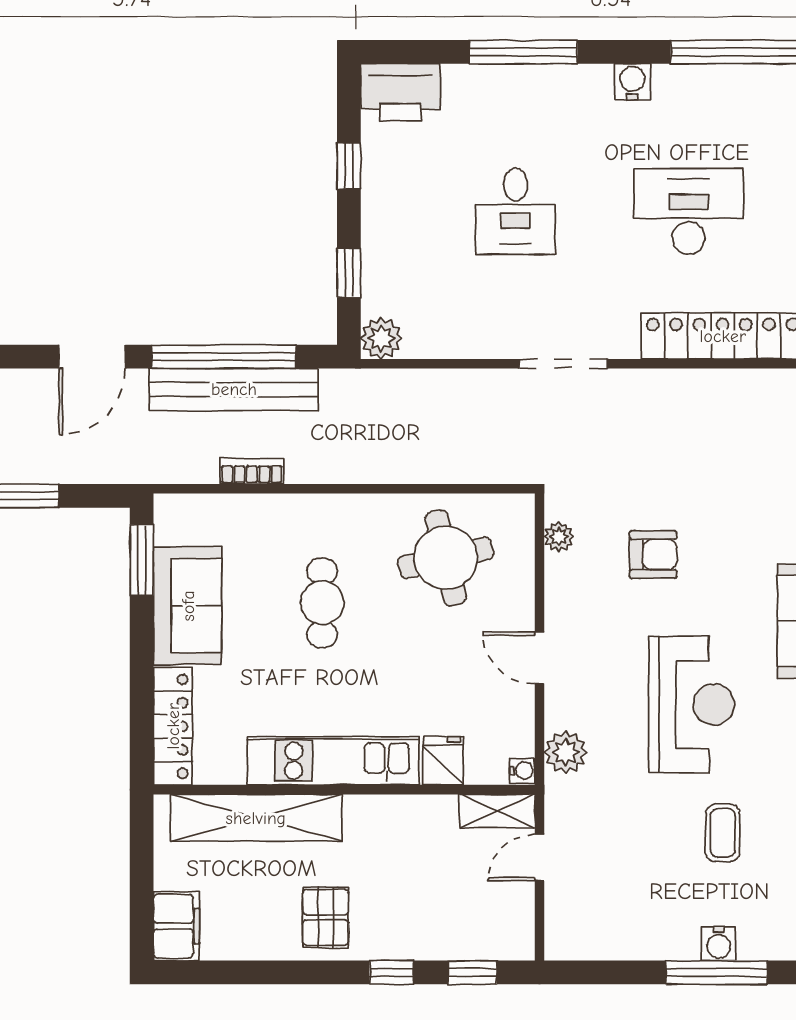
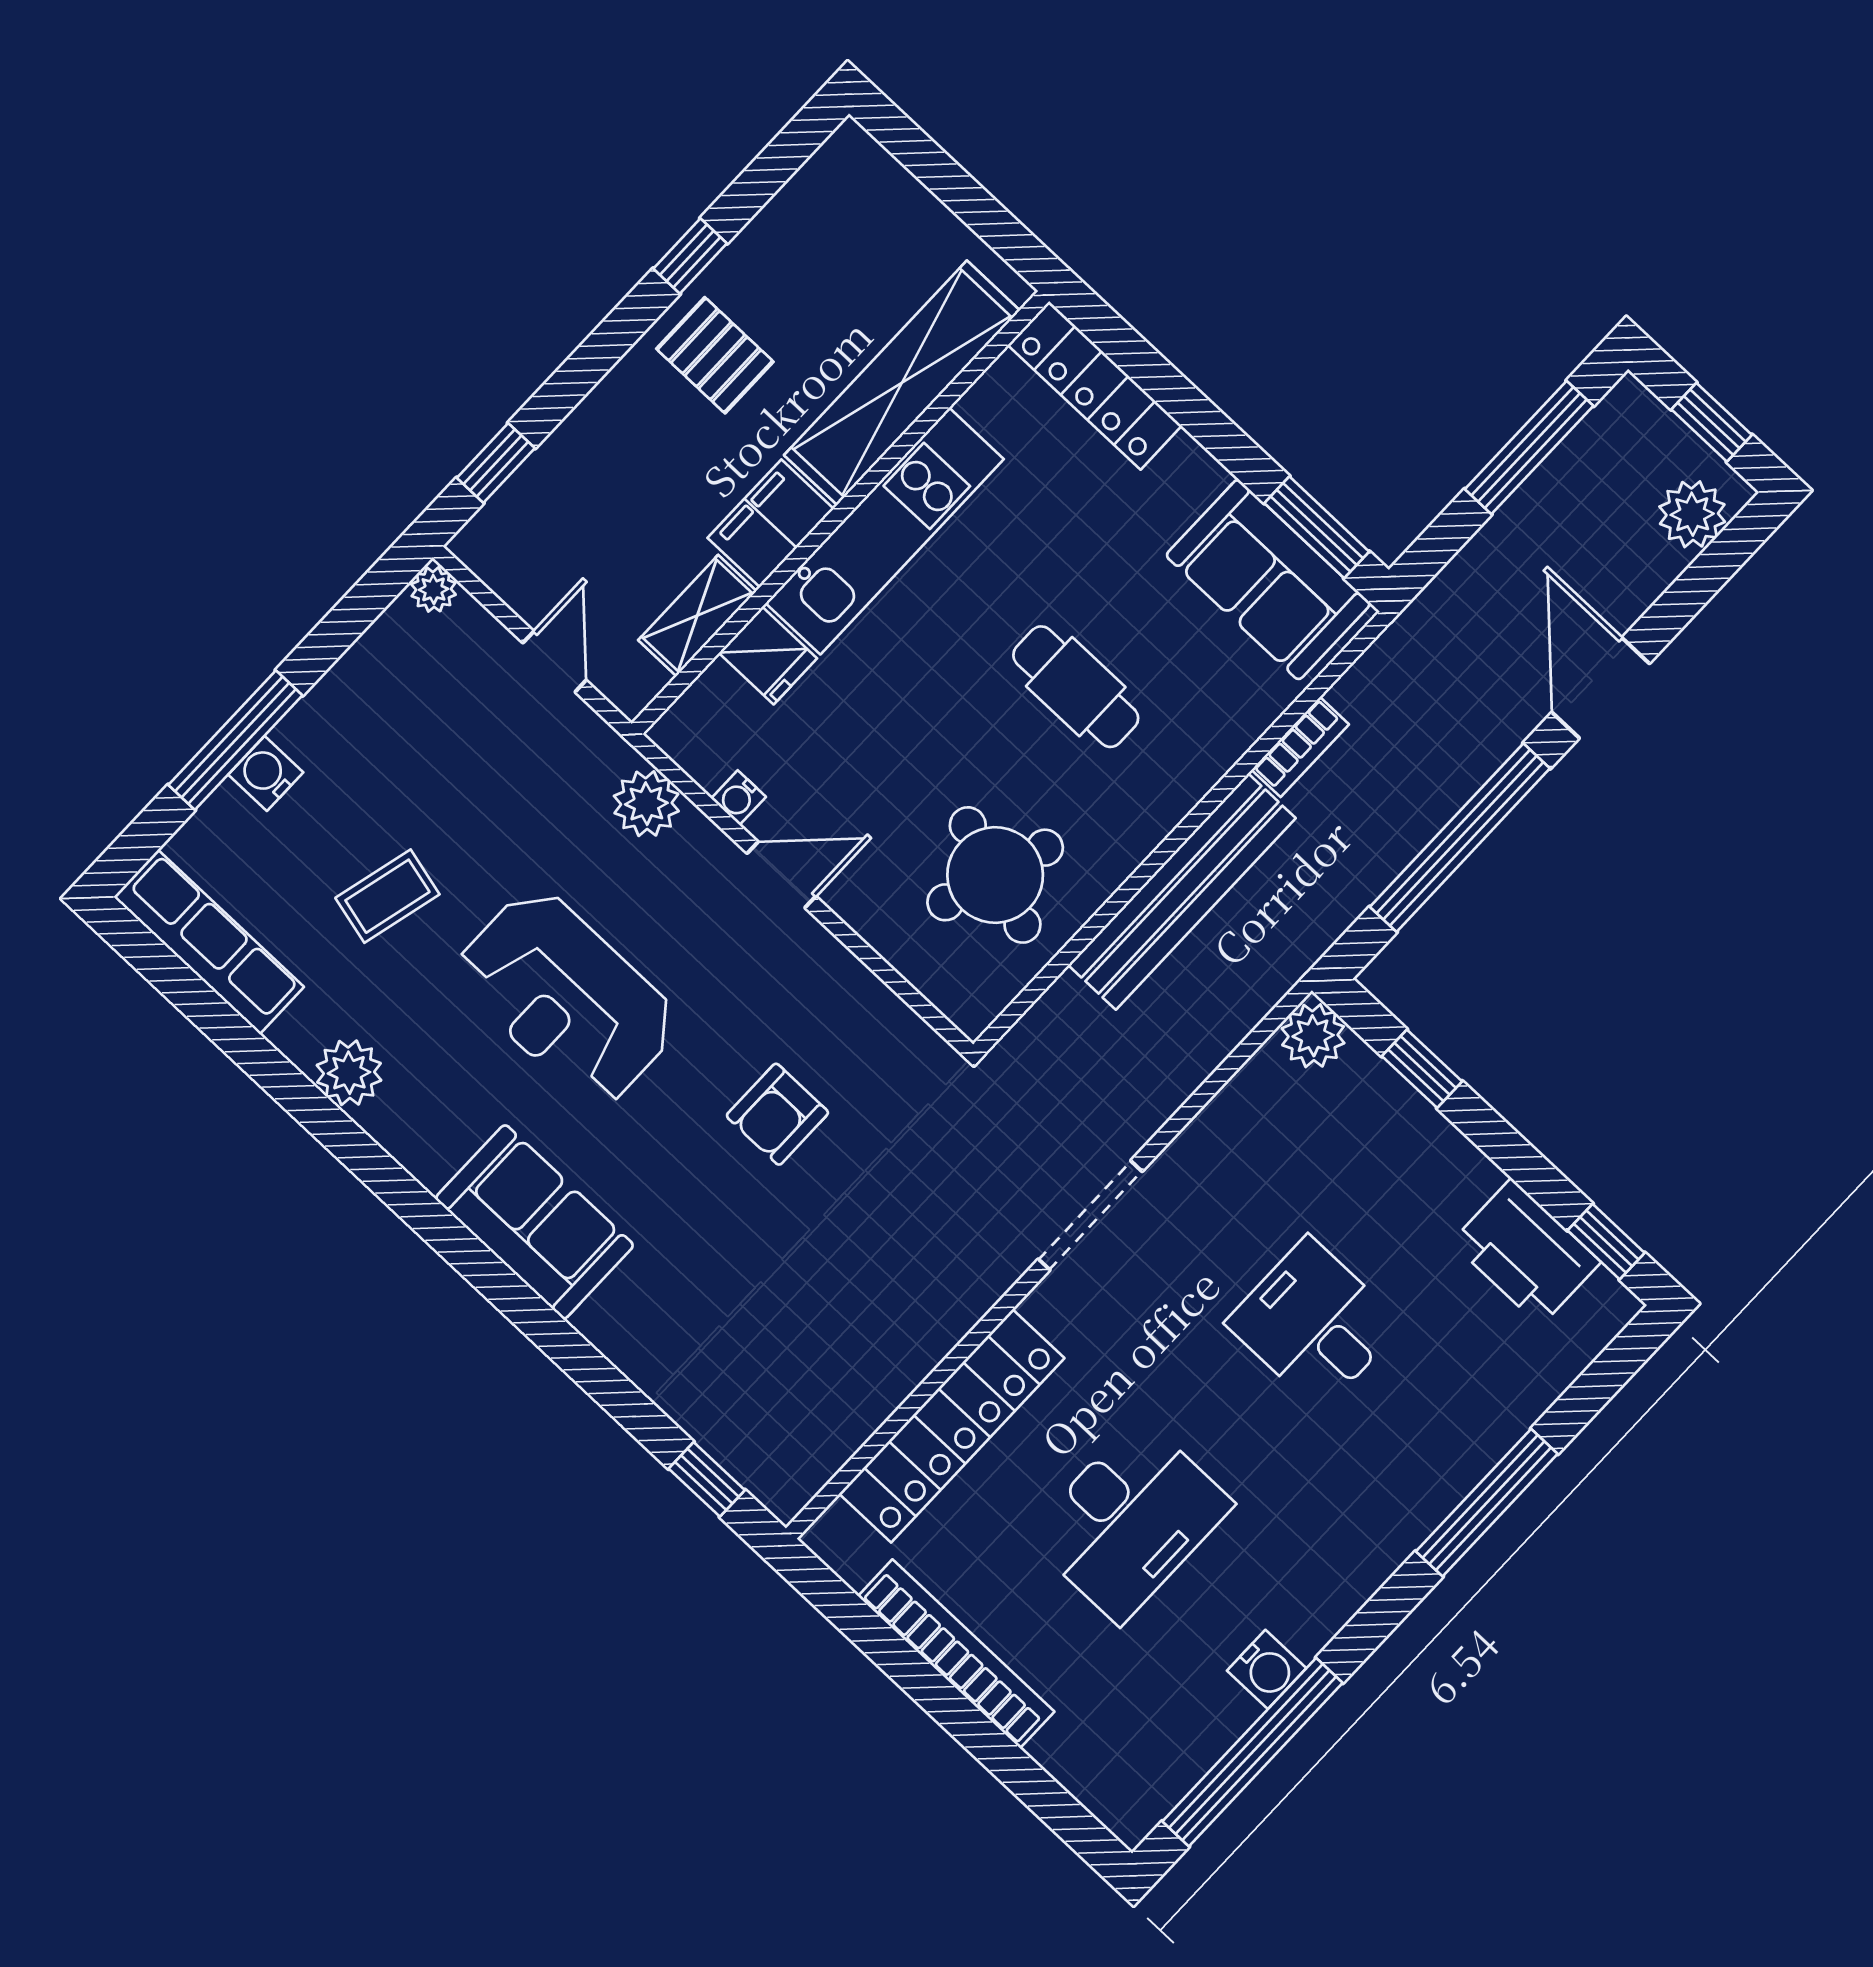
water cooler: (632, 82) -> (1267, 1669), moved
printer: (400, 92) -> (1526, 1252), moved, turned -90
window: (349, 166) -> (1606, 1242), moved
bench: (234, 389) -> (1182, 892), moved
plant: (559, 537) -> (434, 589), moved
round table: (446, 558) -> (995, 875), turned 31
sofa: (188, 606) -> (1268, 580), moved
water cooler: (522, 771) -> (739, 798), moved
shelving: (497, 811) -> (697, 615), moved
coffee table: (723, 833) -> (387, 896), turned -76
filing cabinet: (177, 926) -> (771, 523), moved, turned 90
window: (392, 972) -> (690, 256), moved

